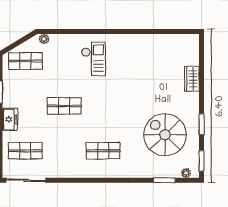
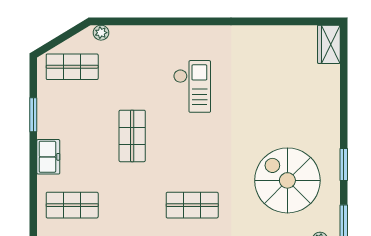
checkout: (93, 59) -> (192, 86), moved
wardrobe: (192, 79) -> (329, 44), moved
shop shelf: (64, 106) -> (132, 136), turned 90

